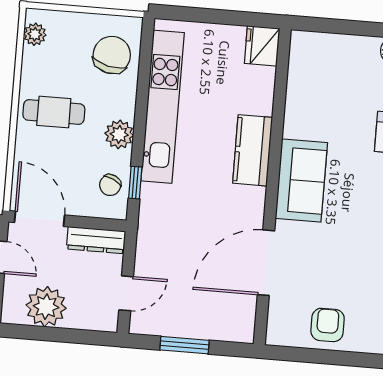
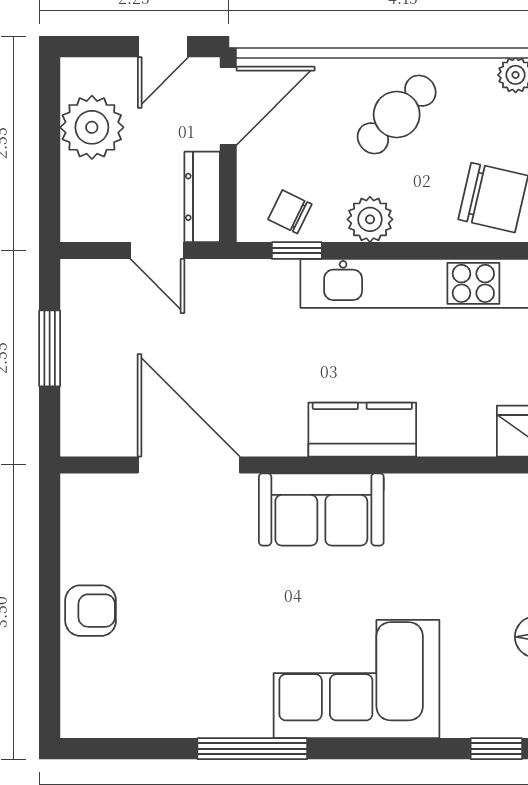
cafe table: (54, 112) -> (397, 114), turned 45
door: (126, 293) -> (157, 251), moved
armchair: (328, 325) -> (91, 611), moved

